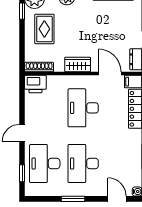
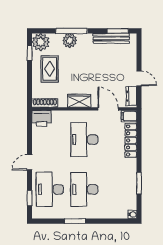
door: (117, 199) -> (115, 221), removed

